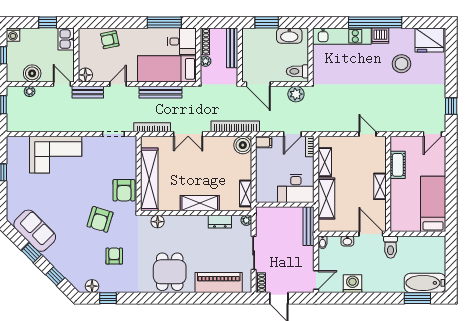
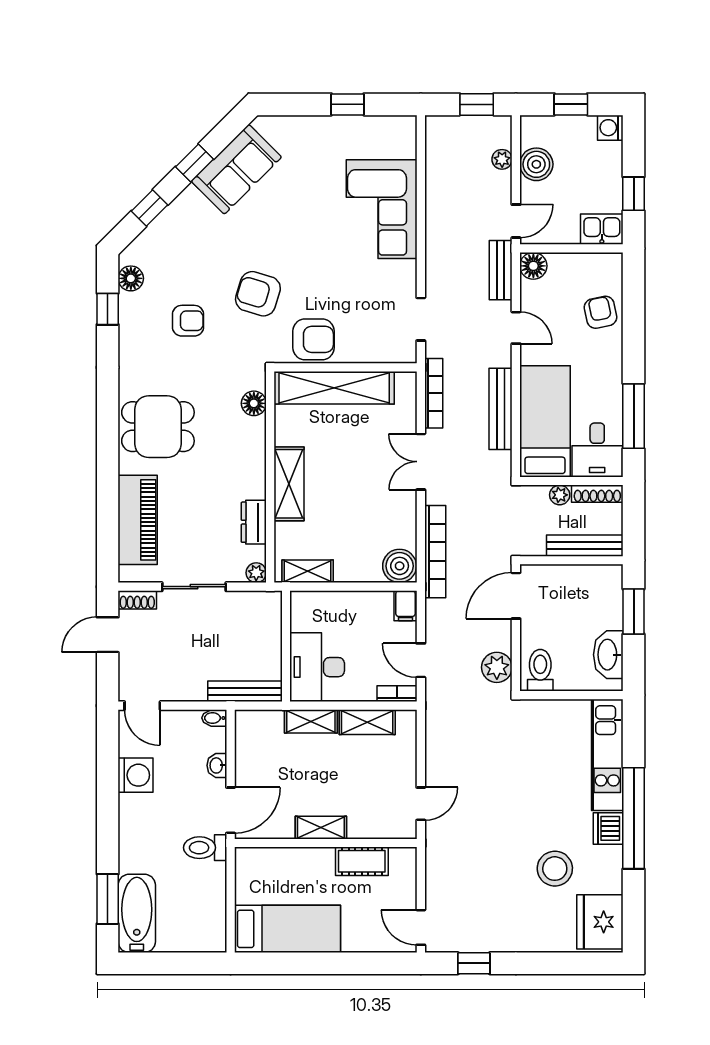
armchair: (124, 190) -> (314, 339), turned 180
shelving: (326, 199) -> (311, 721), width x0.67, depth x0.75

